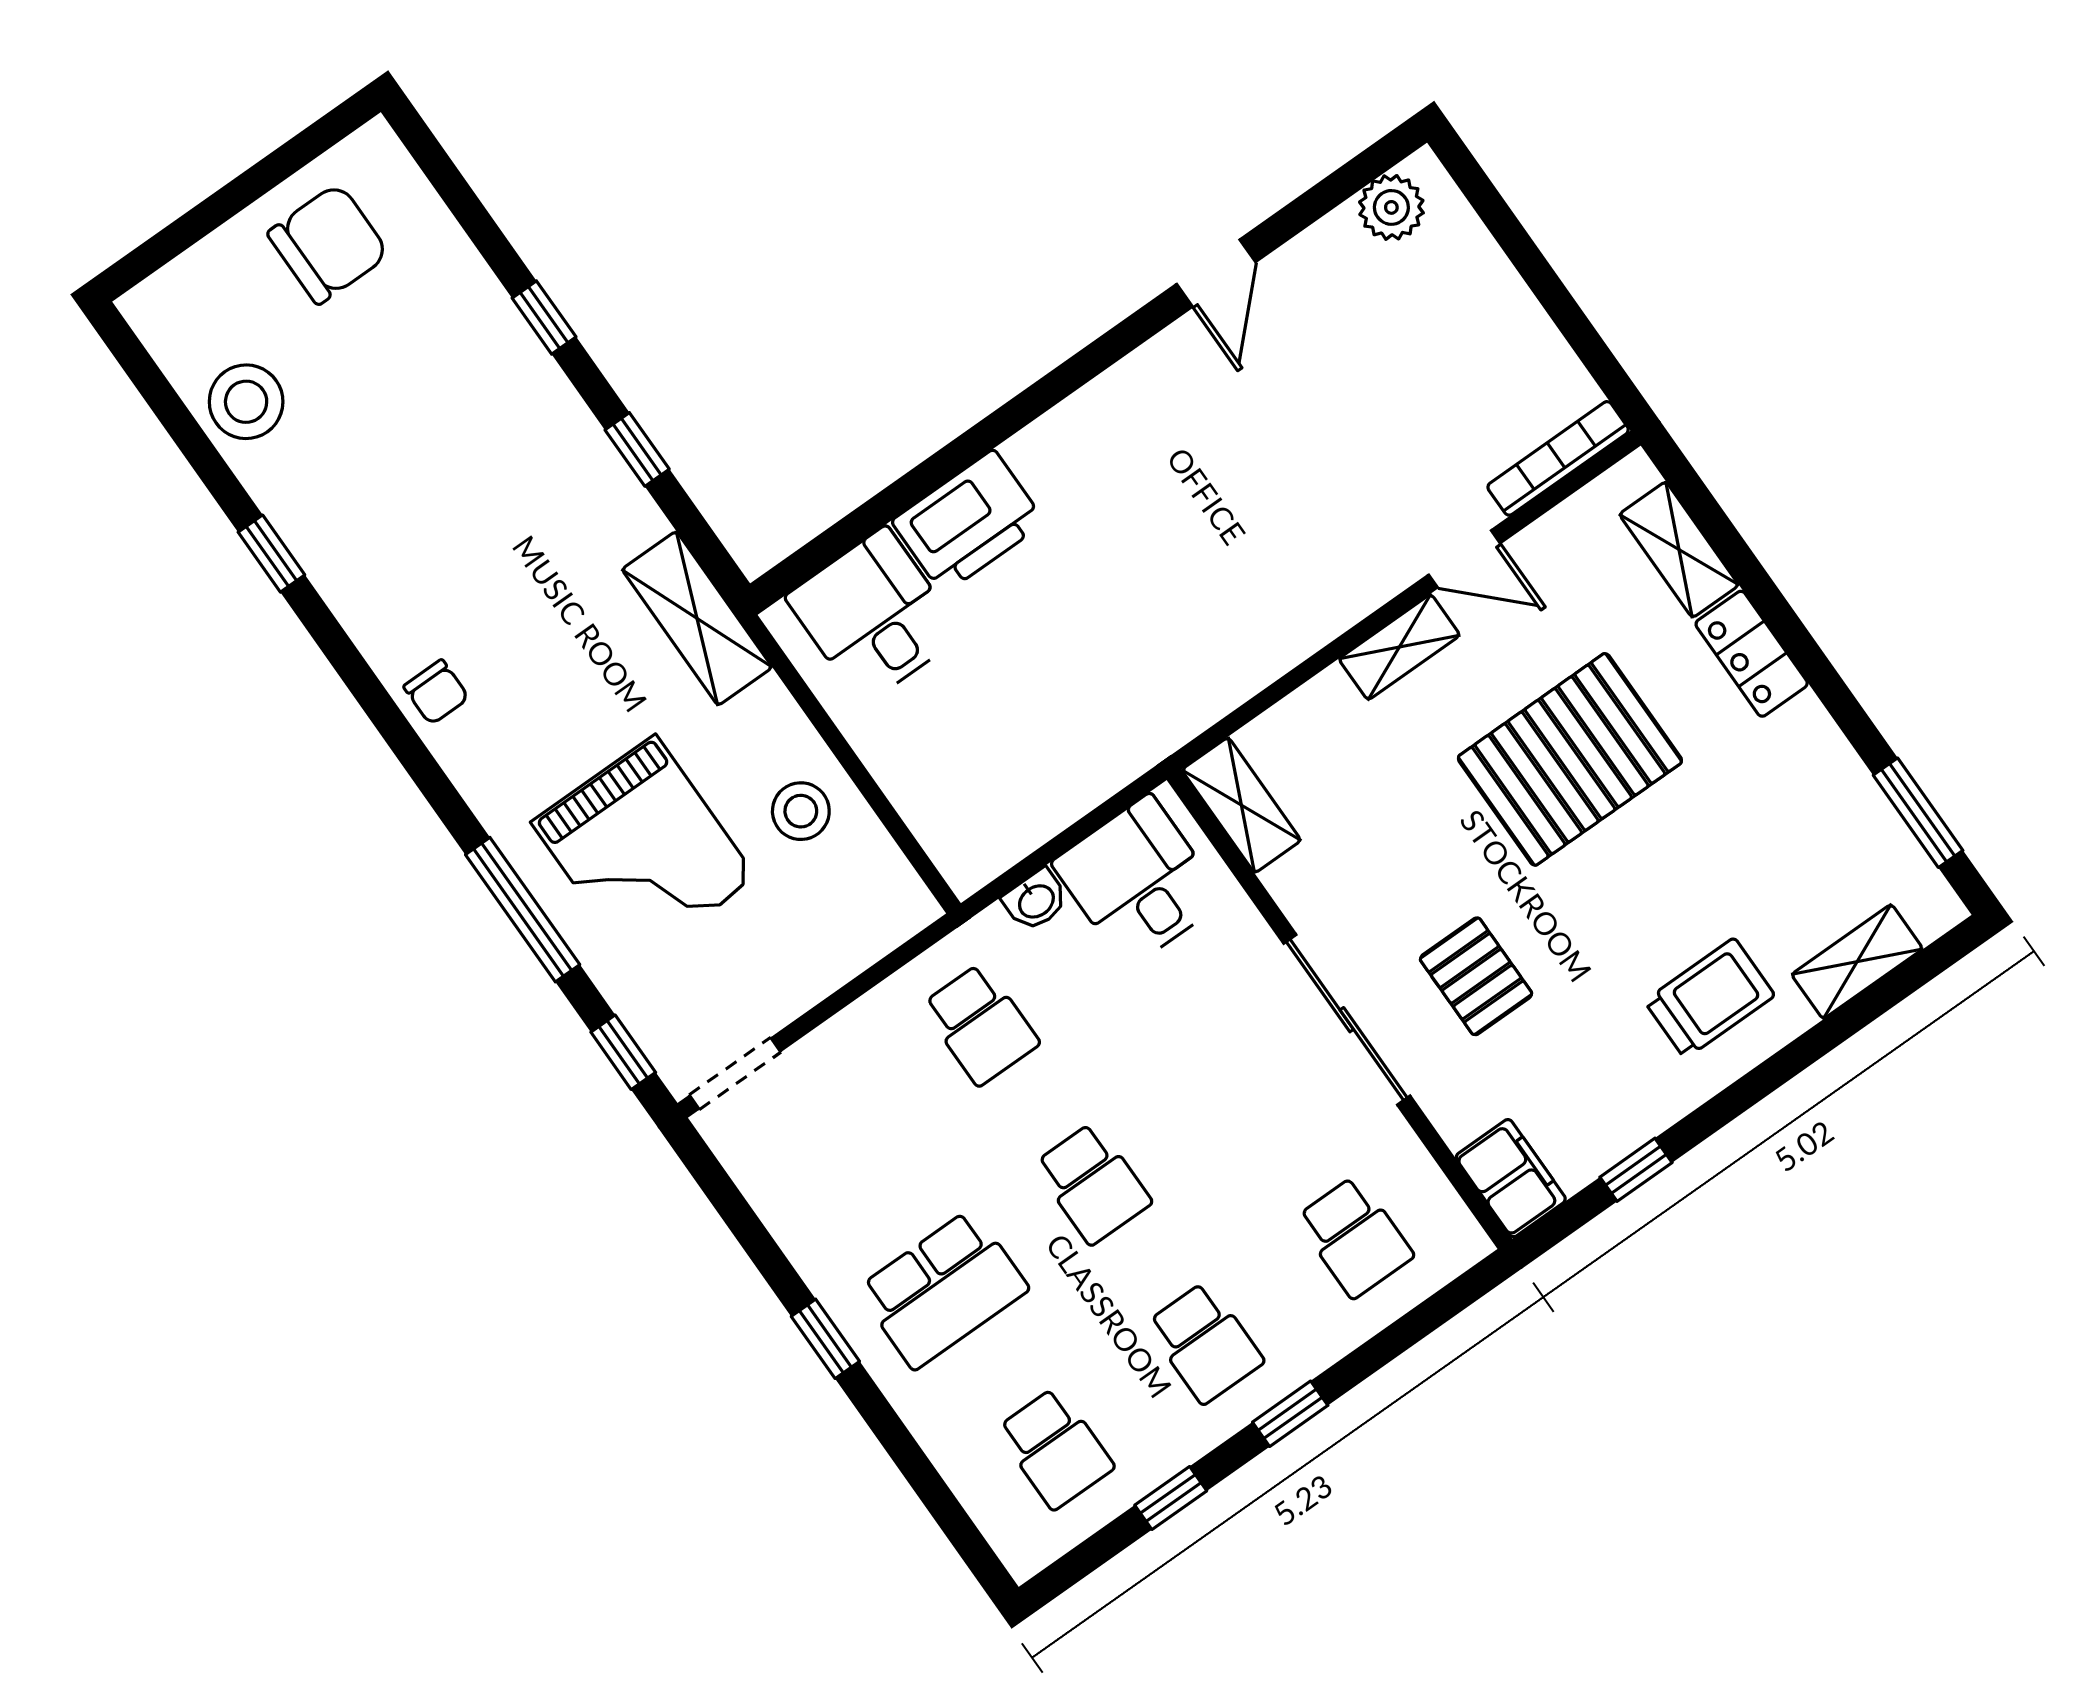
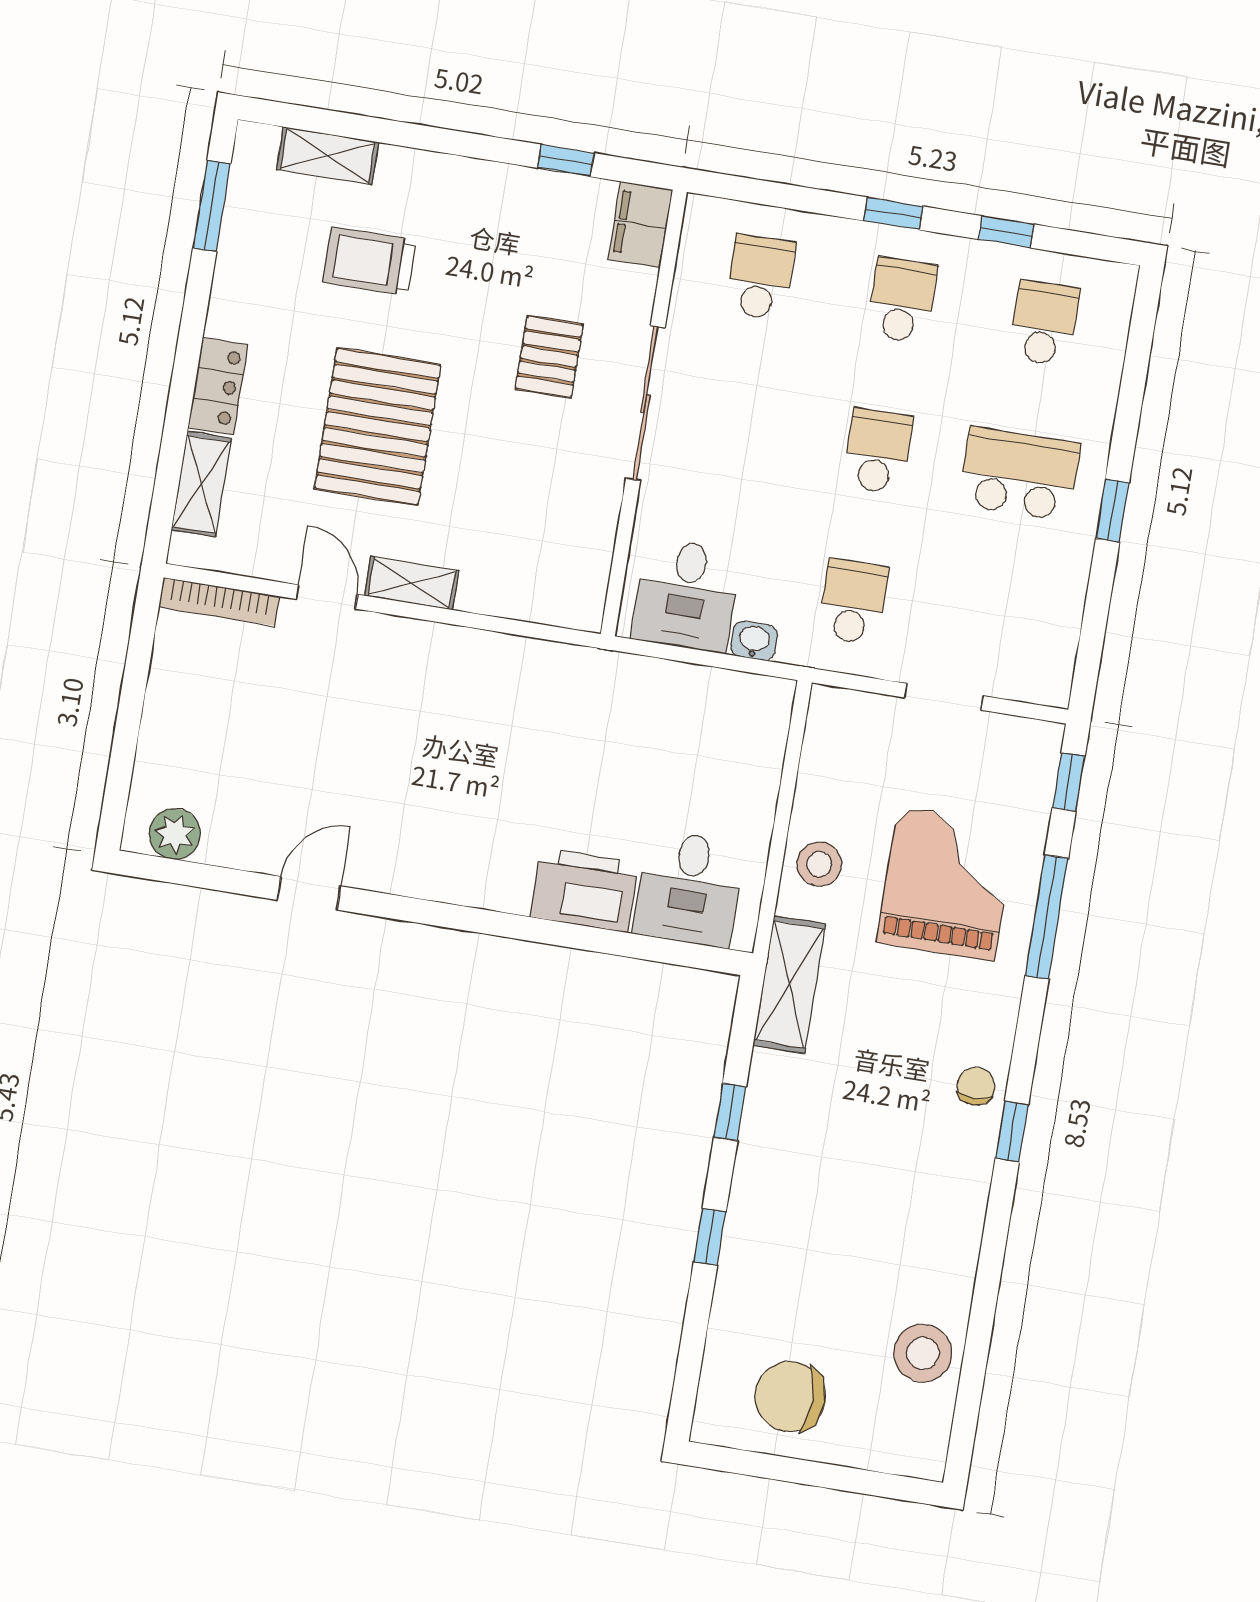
window: (271, 554) -> (1012, 1132), moved
pallet: (1570, 759) -> (378, 427), turned 90
shelving: (1241, 805) -> (587, 581), removed
stool: (801, 811) -> (819, 864), moved
trolley: (1710, 998) -> (369, 261), moved
doorway: (735, 1073) -> (944, 697), moved

